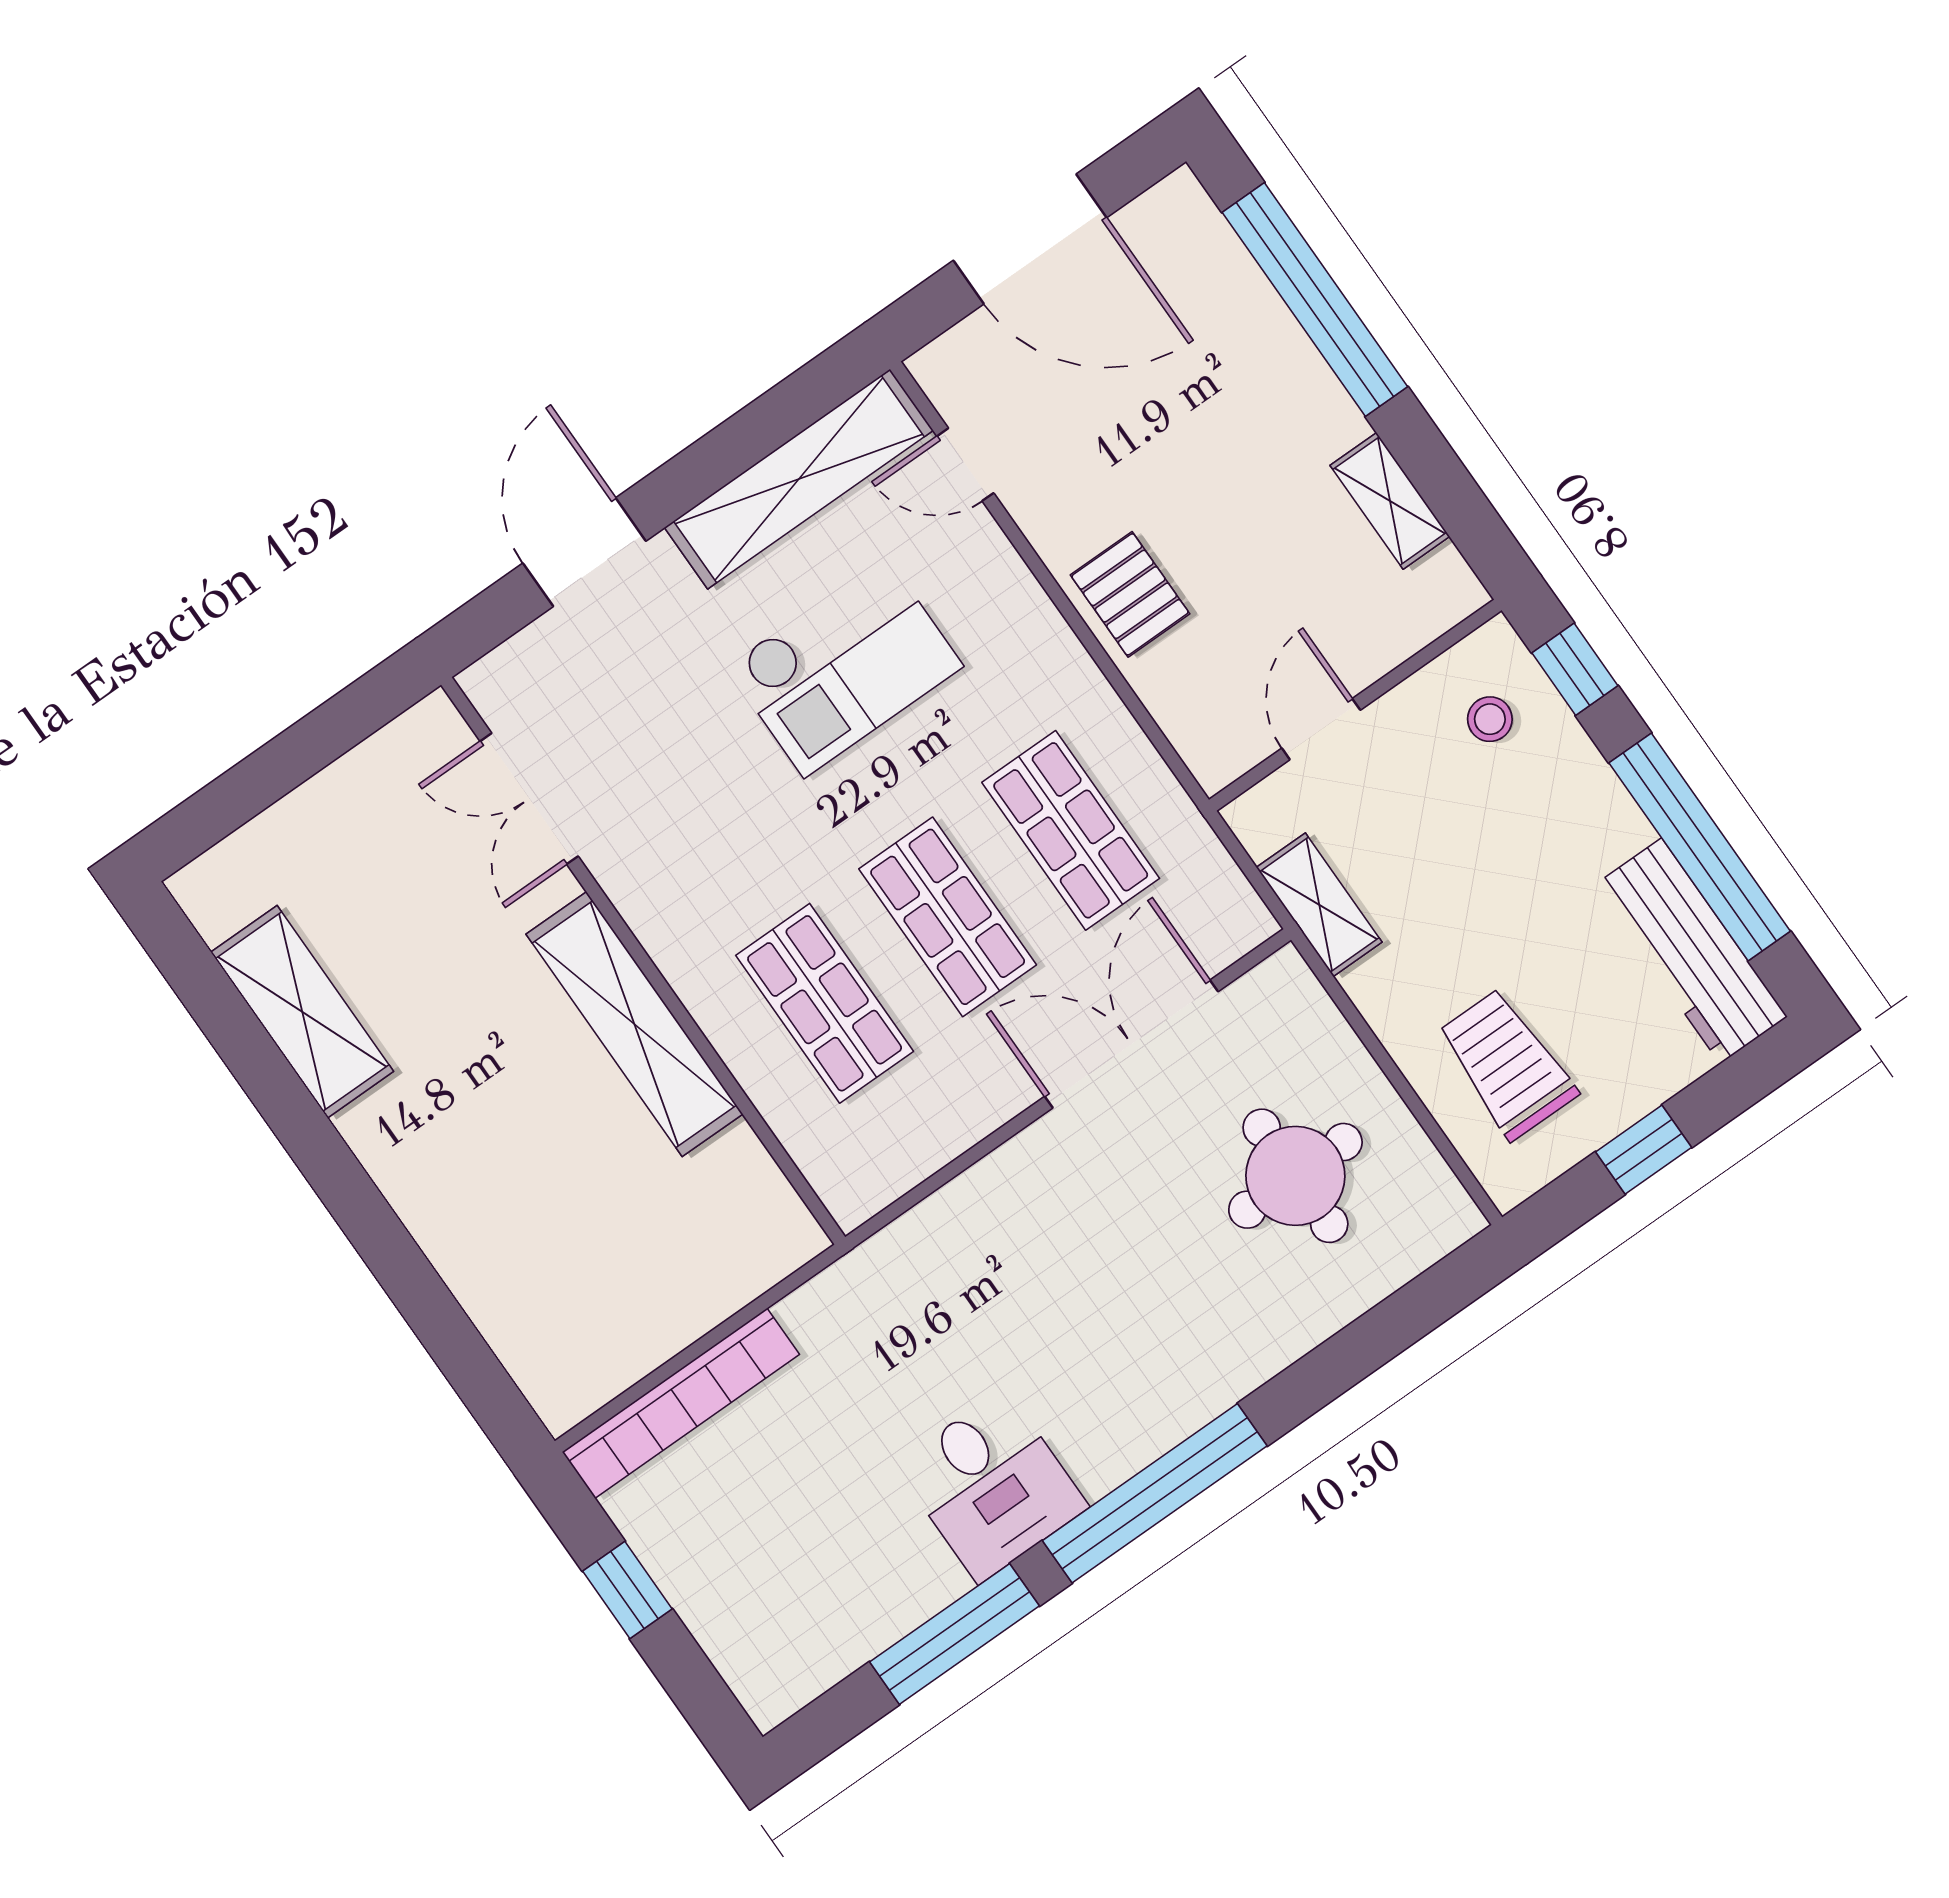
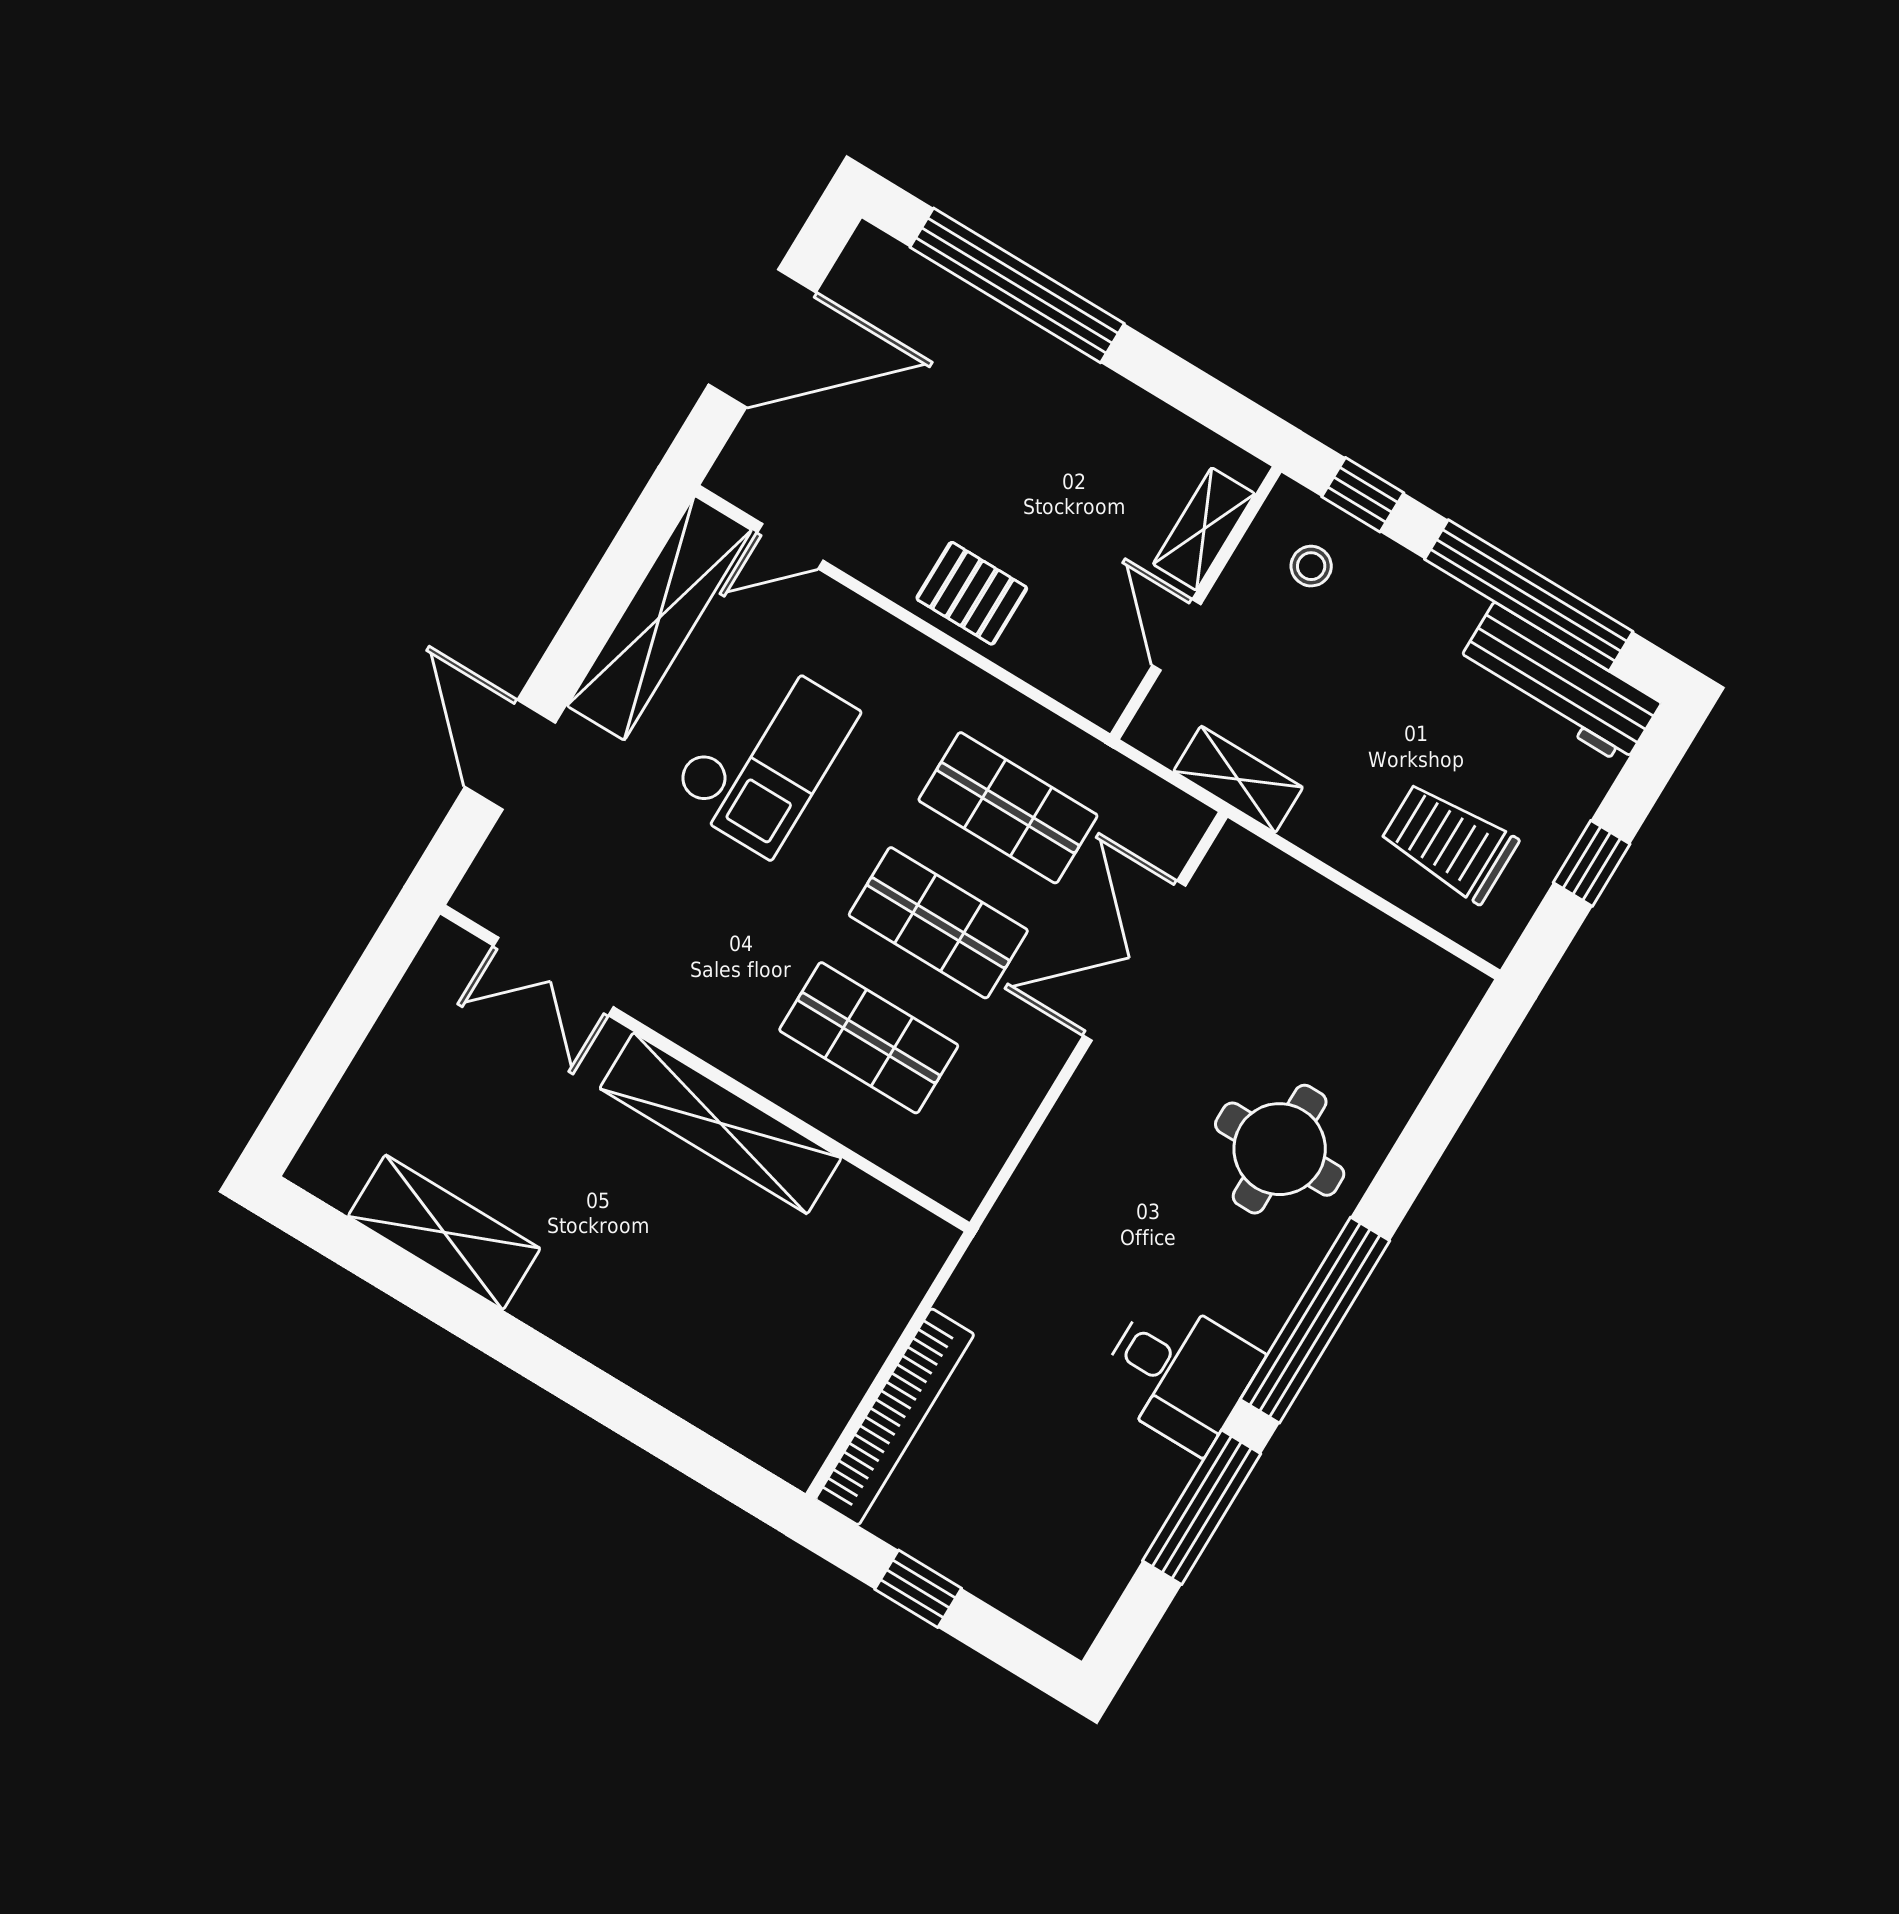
shelving: (1390, 501) -> (1204, 529), moved, turned 90
round table: (1295, 1176) -> (1280, 1149), moved

